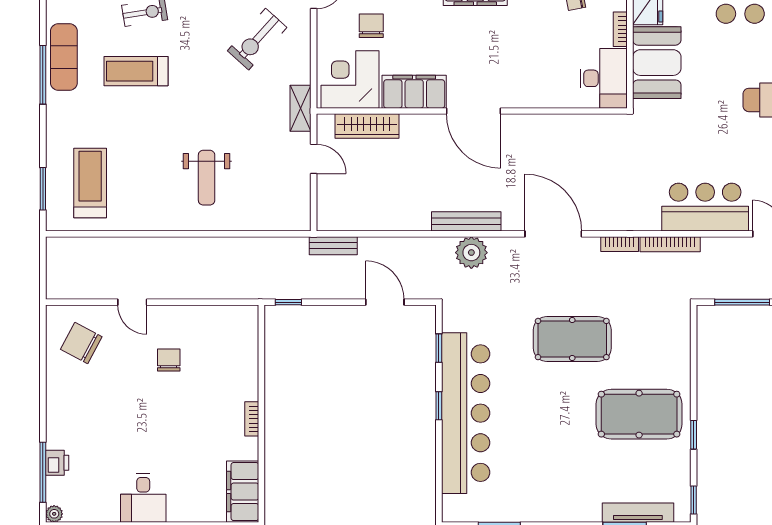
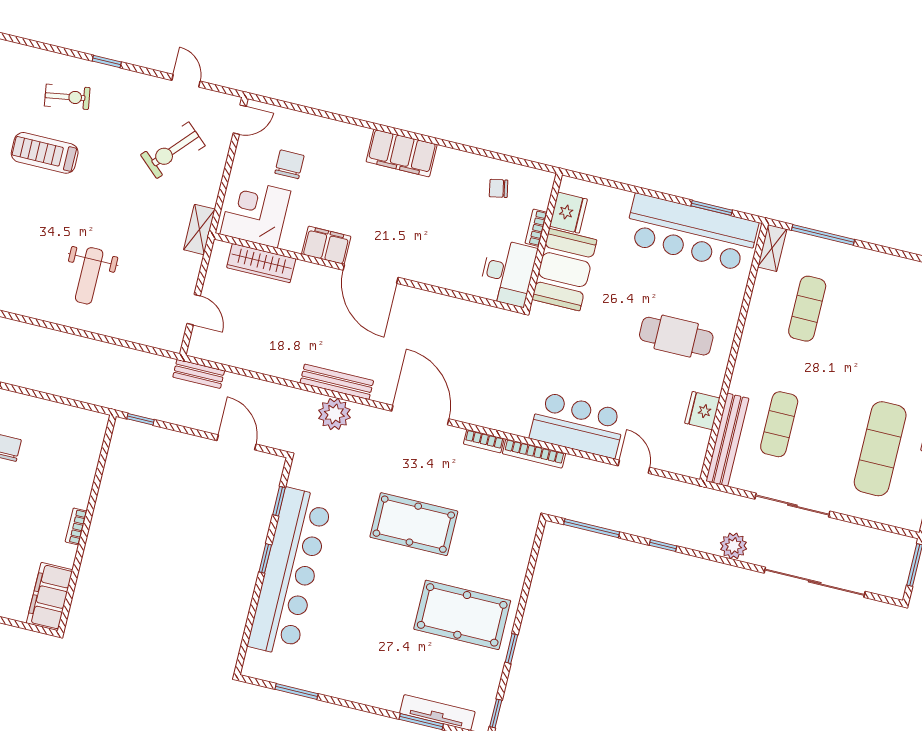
filing cabinet: (414, 92) -> (326, 245), width x0.67, depth x0.86
door: (314, 159) -> (194, 310), moved

